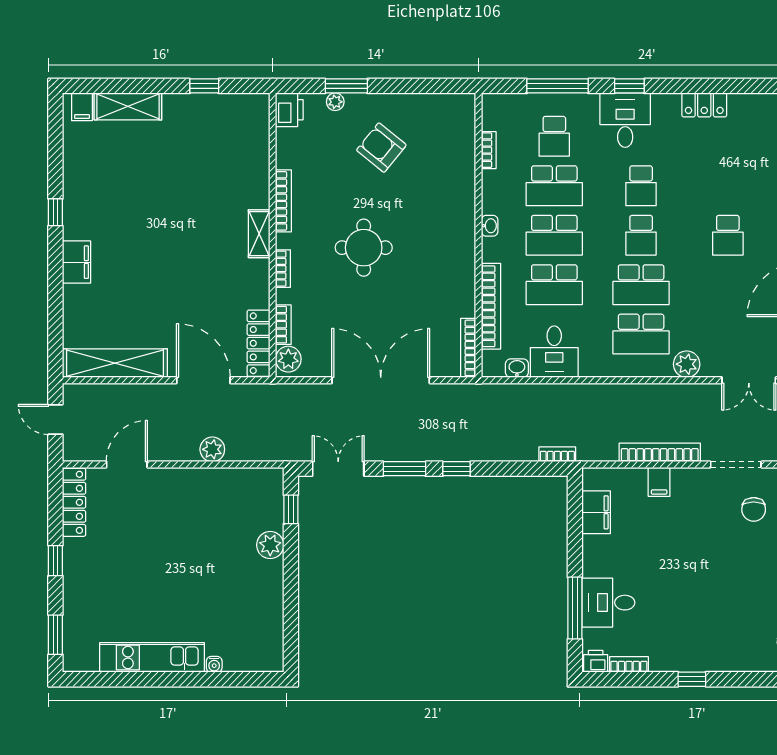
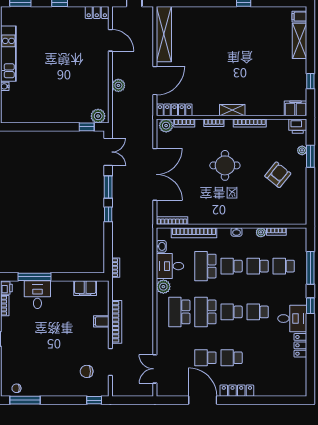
desk: (625, 120) -> (292, 319), moved
plant: (490, 180) -> (261, 232), added
school desk: (554, 186) -> (258, 266), width x0.54
school desk: (554, 235) -> (232, 266), width x0.54
filing cabinet: (77, 262) -> (296, 108), moved, turned 180
school desk: (728, 285) -> (205, 358), added
plant: (687, 364) -> (163, 287), moved
locker: (74, 502) -> (97, 12), width x0.66
plant: (270, 545) -> (98, 116), moved

